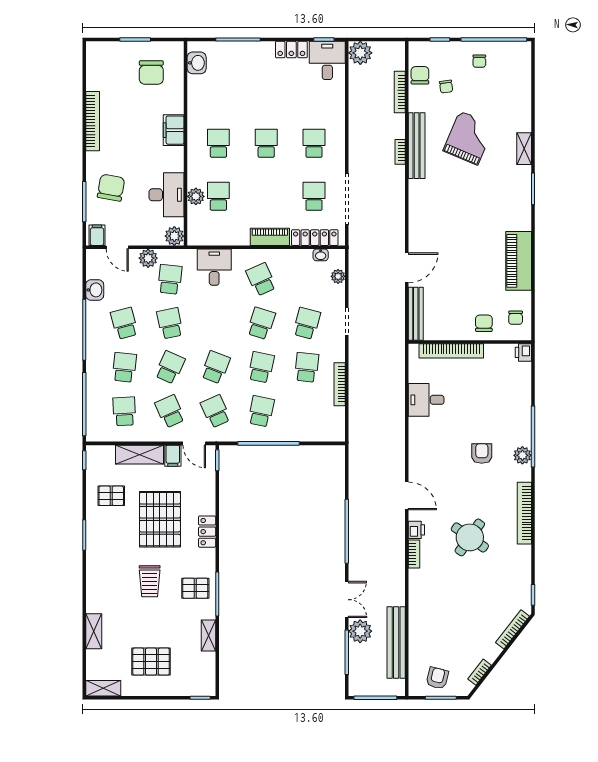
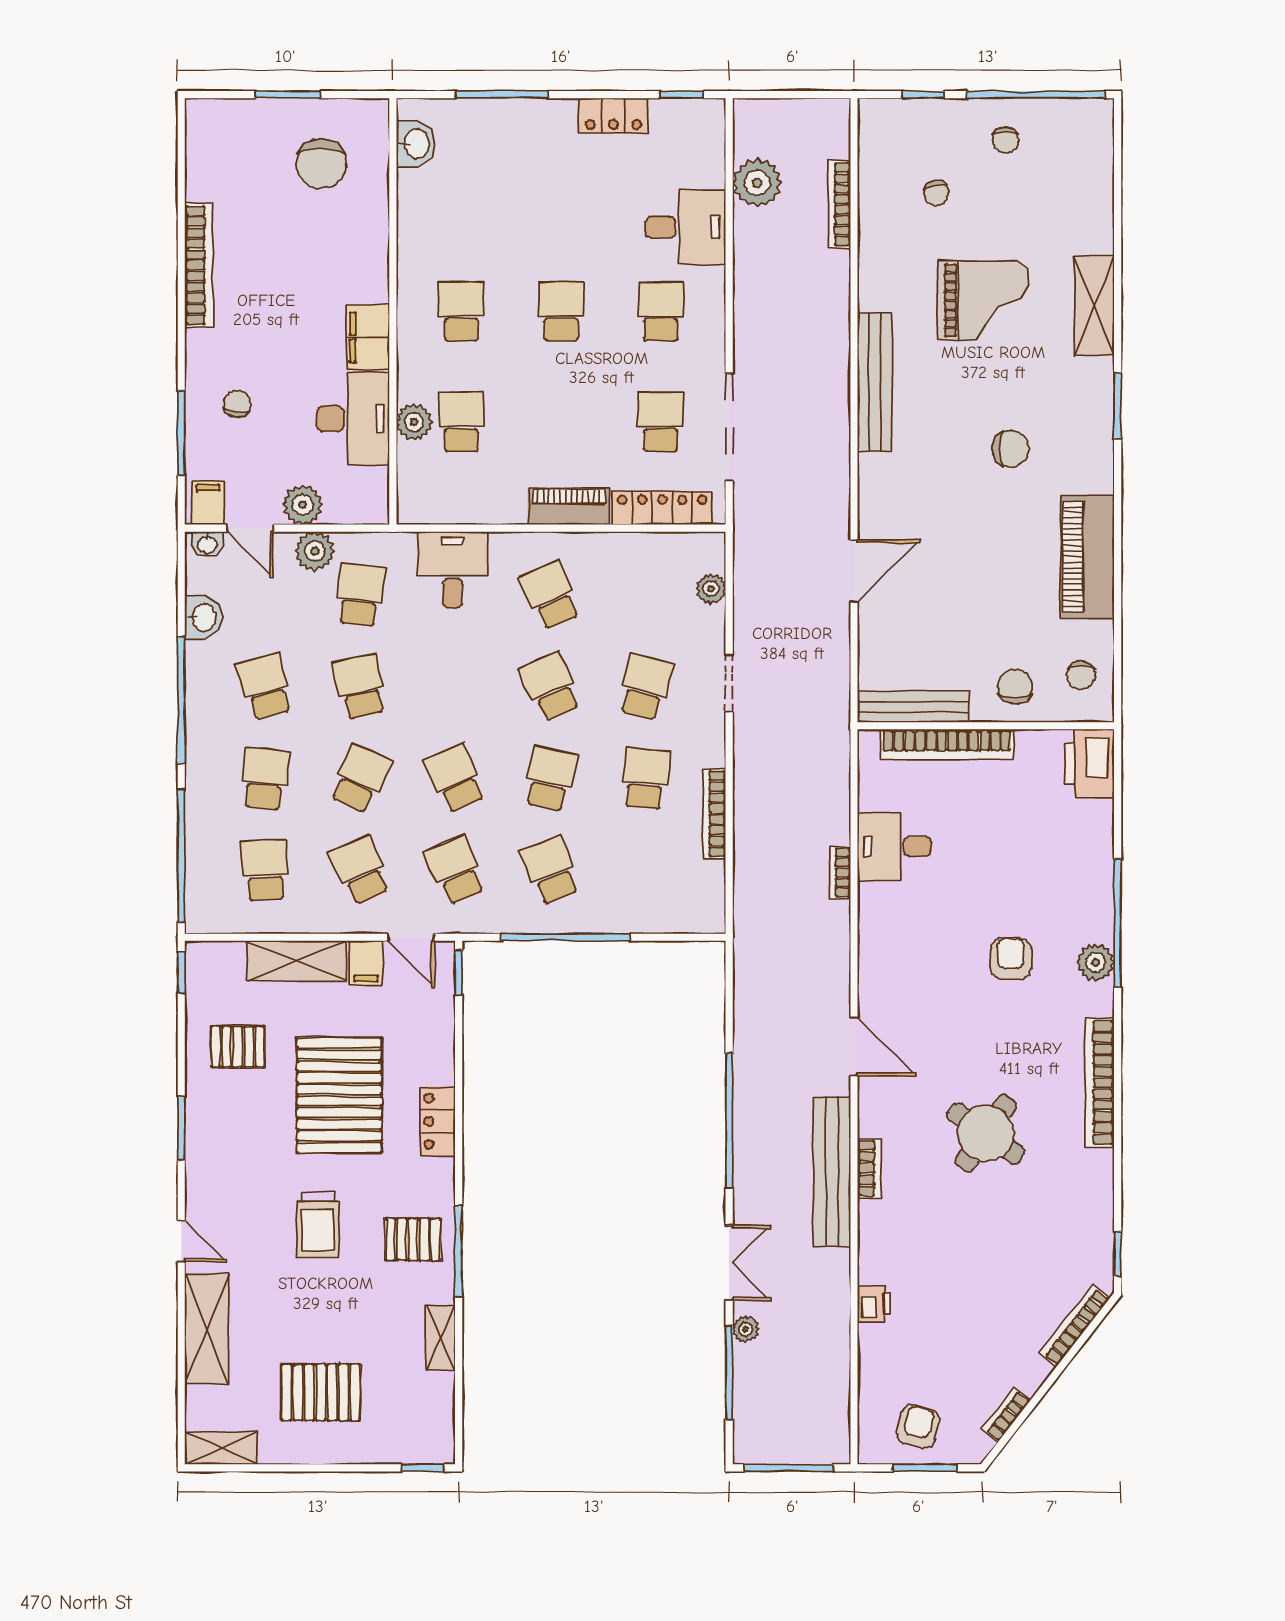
plant: (360, 53) -> (757, 183), moved
desk: (327, 60) -> (685, 227), moved, turned 90
chair: (420, 75) -> (1010, 449), moved, turned 90
filing cabinet: (174, 130) -> (368, 337), moved
grand piano: (469, 138) -> (984, 300), turned 67
bench: (417, 146) -> (875, 382), moved
shelving: (524, 149) -> (1094, 306), width x1.50, depth x1.33
bookcase: (400, 152) -> (840, 872), moved
chair: (111, 188) -> (237, 404), width x0.54, depth x0.54
plant: (174, 236) -> (303, 505), moved
washbasin: (321, 255) -> (207, 544), moved
bench: (416, 314) -> (913, 707), moved, turned 90
school desk: (261, 323) -> (550, 687), turned -42
printer: (523, 352) -> (1089, 764), width x1.87, depth x1.48
school desk: (216, 367) -> (455, 779), turned -45
school desk: (261, 411) -> (550, 870), turned -33
printer: (416, 530) -> (874, 1304), moved
door: (84, 589) -> (181, 1241), added
shelving: (94, 631) -> (207, 1329), width x1.50, depth x1.33
plant: (360, 631) -> (746, 1329), width x0.53, depth x0.53
bench: (396, 642) -> (832, 1171), moved

